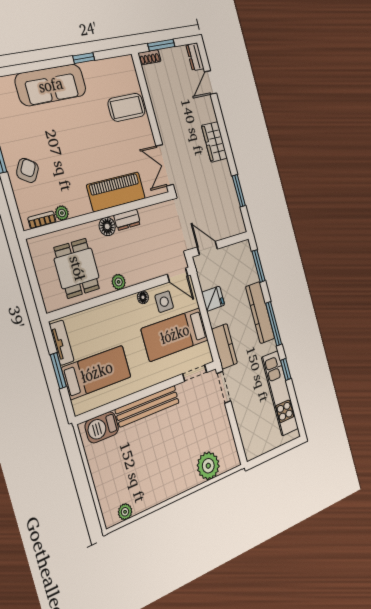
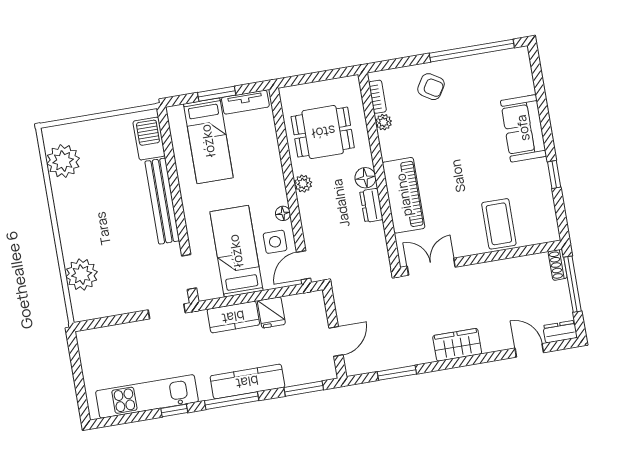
window: (161, 45) -> (573, 284), width x1.44
sofa: (51, 85) -> (523, 128), width x0.73
door: (207, 248) -> (336, 341), moved
kitchen counter: (224, 346) -> (233, 317), moved
plant: (125, 512) -> (63, 161), width x1.88, depth x1.88

